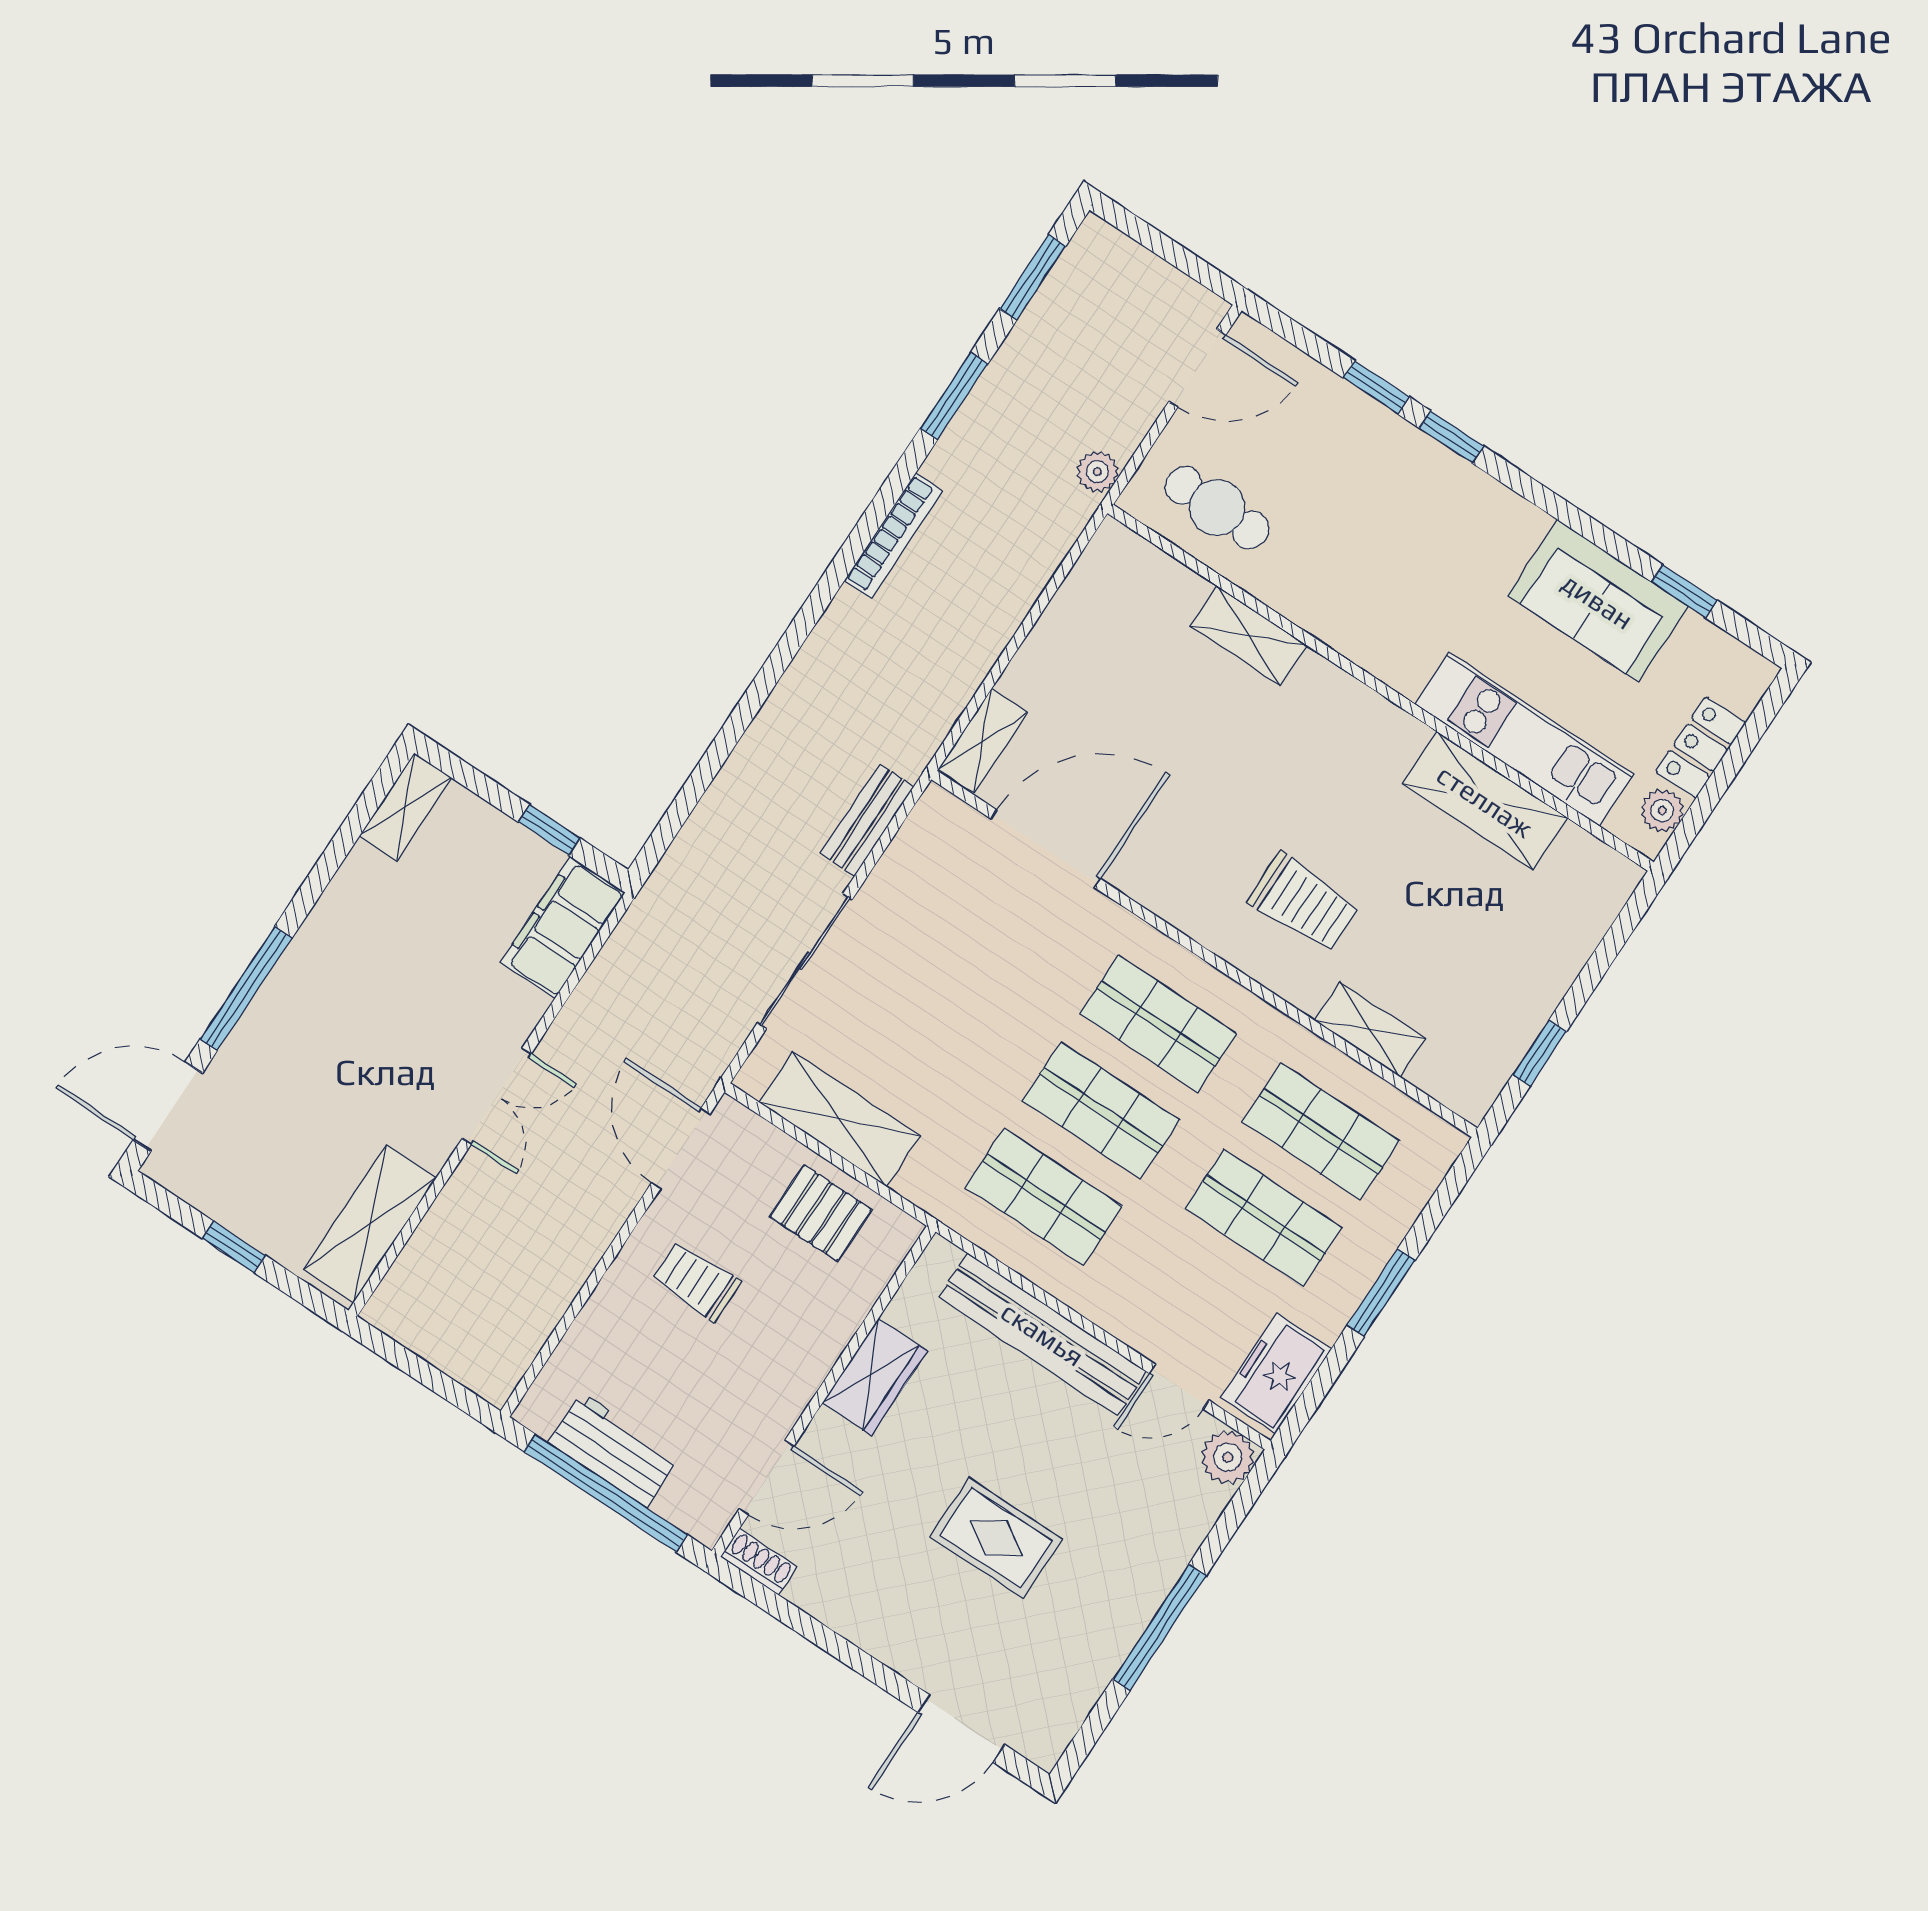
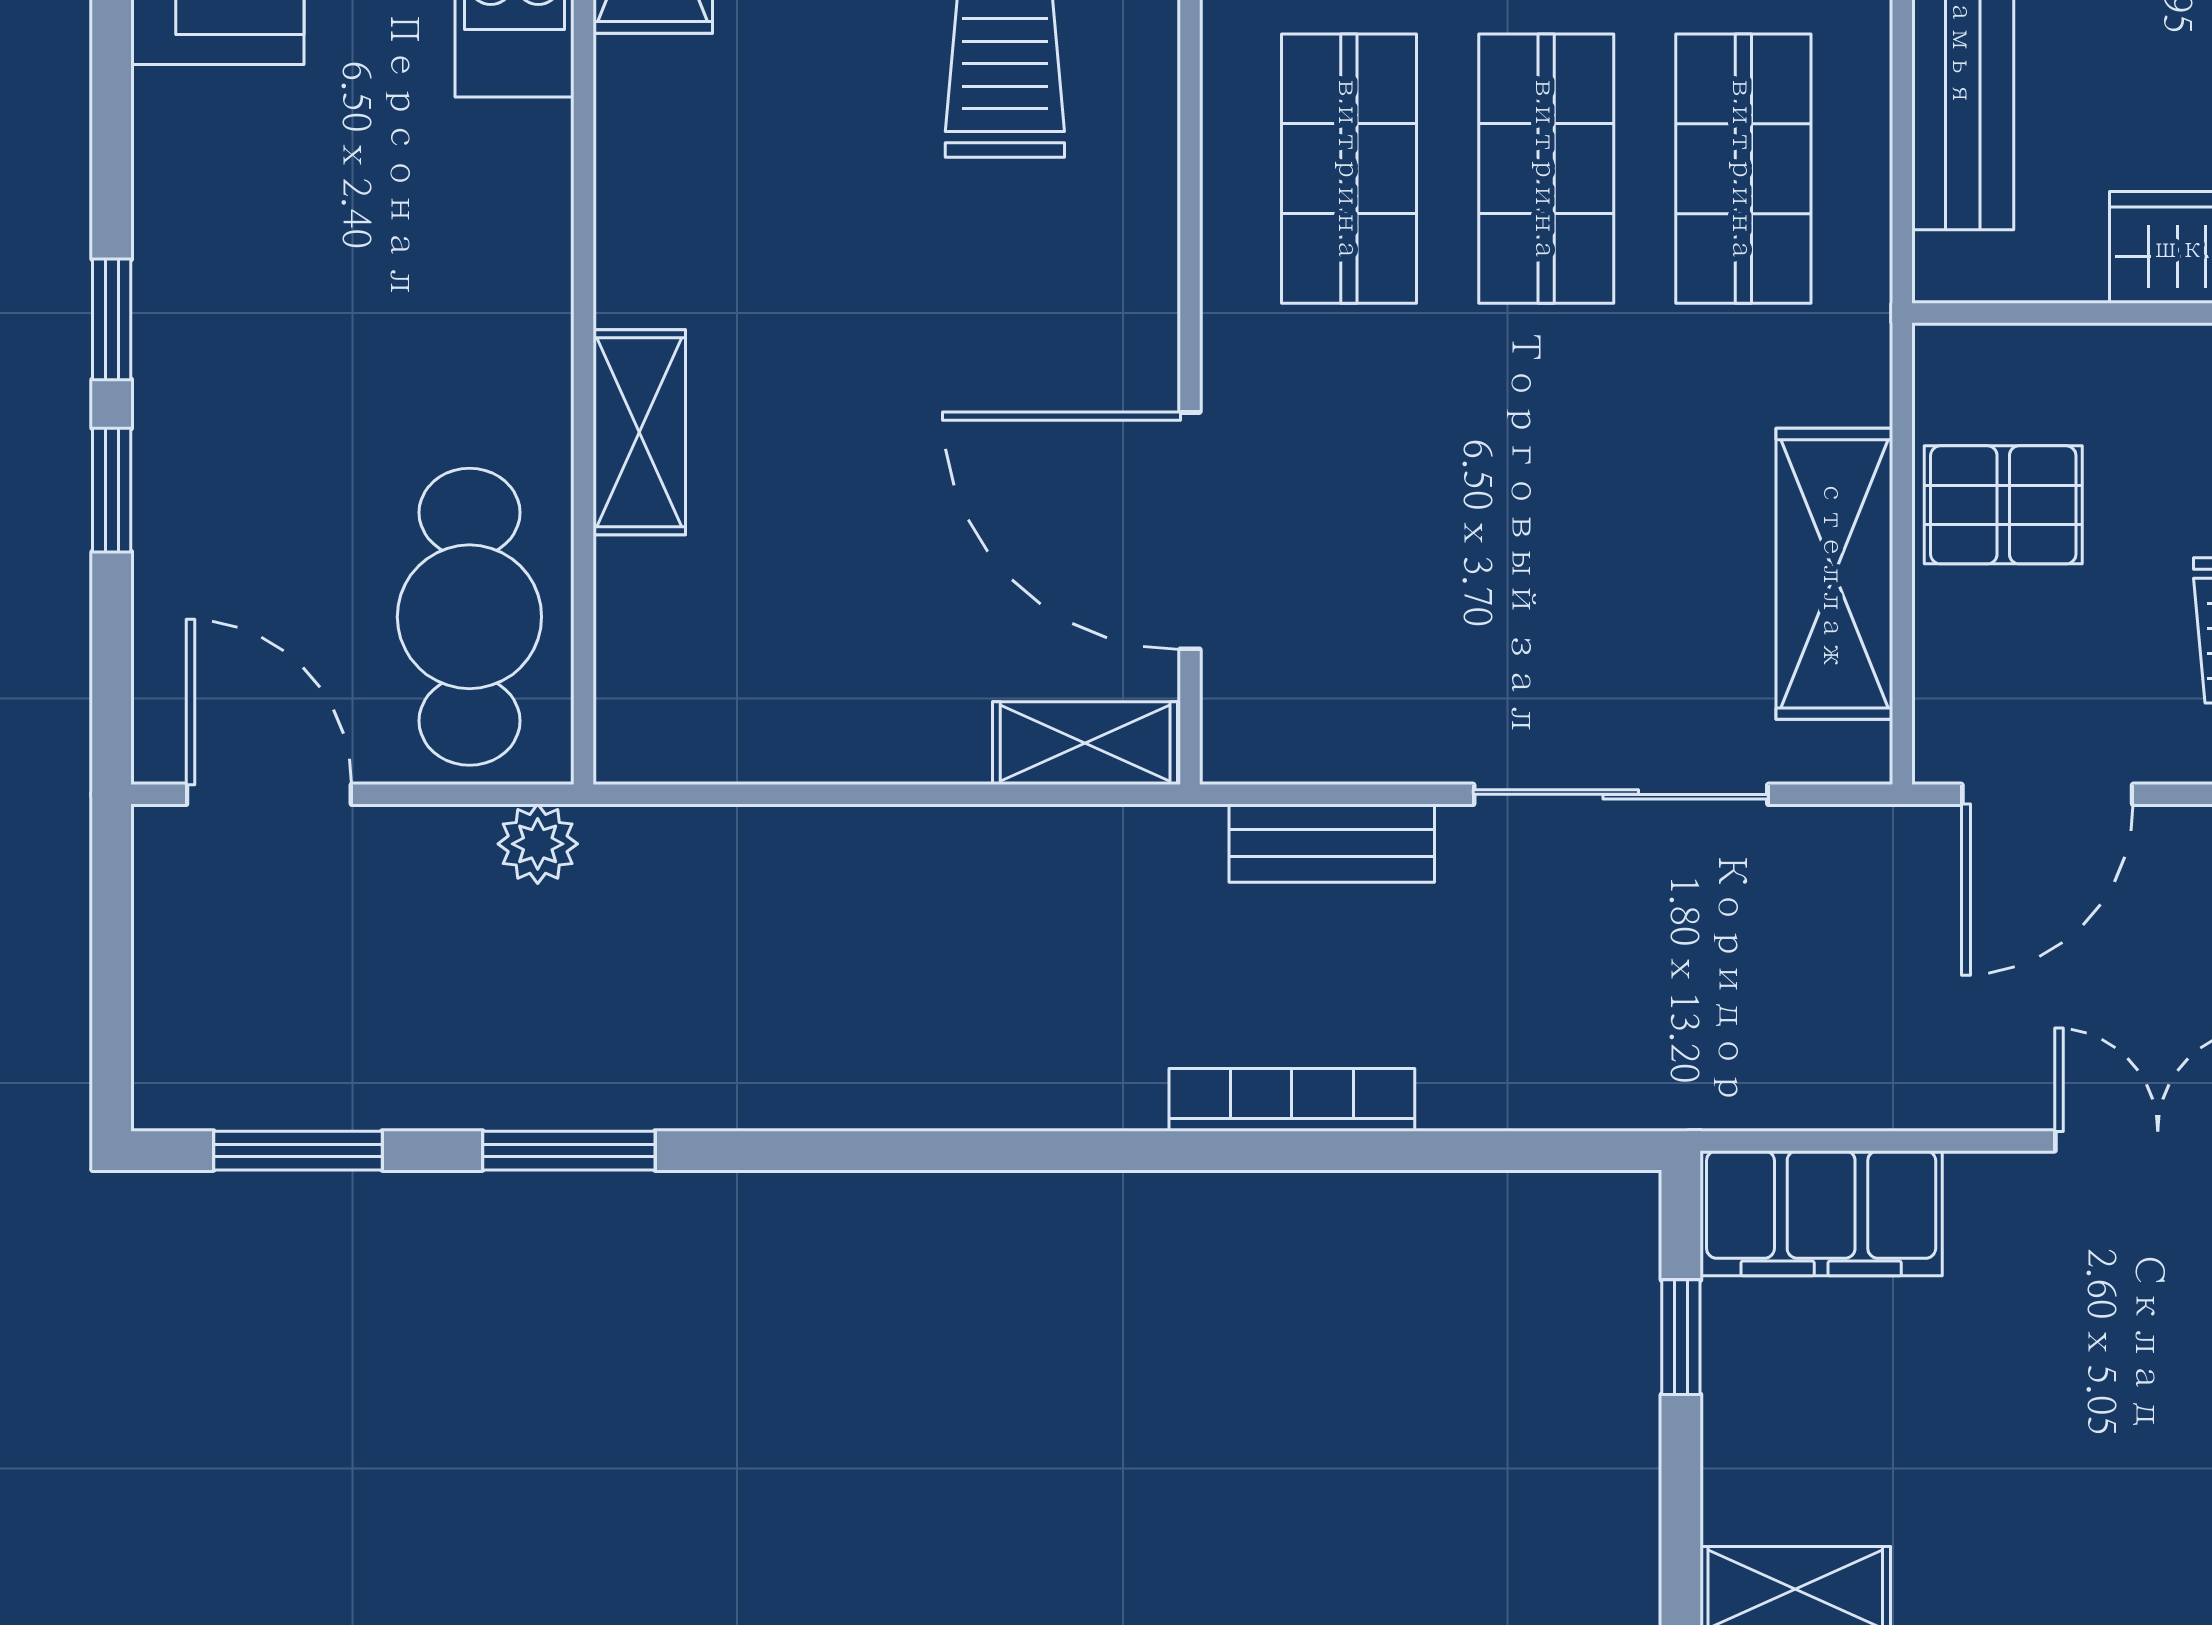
cafe table: (1217, 508) -> (469, 617), width x1.37, depth x1.35
bookcase: (893, 536) -> (1292, 1100), moved
pallet: (821, 1213) -> (2003, 505), turned 90

